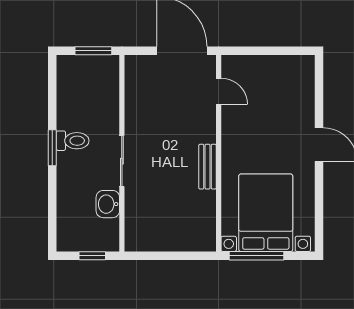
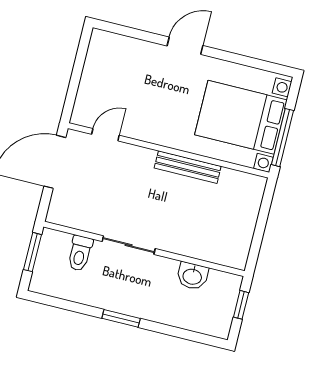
toilet: (73, 141) -> (80, 253), moved, turned 180
sliding door: (122, 161) -> (129, 245), moved
bench: (208, 167) -> (188, 167), width x1.36

